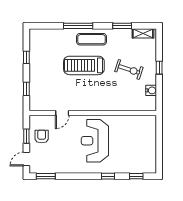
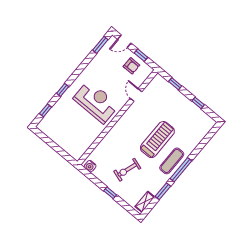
window: (78, 26) -> (181, 170), moved
water cooler: (151, 90) -> (90, 166), moved
door: (26, 159) -> (124, 41), swing flipped

